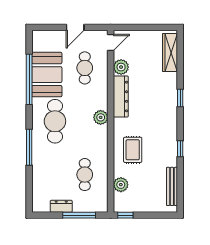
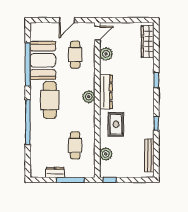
dresser: (121, 97) -> (106, 92), moved
window: (29, 147) -> (28, 122), width x1.46

